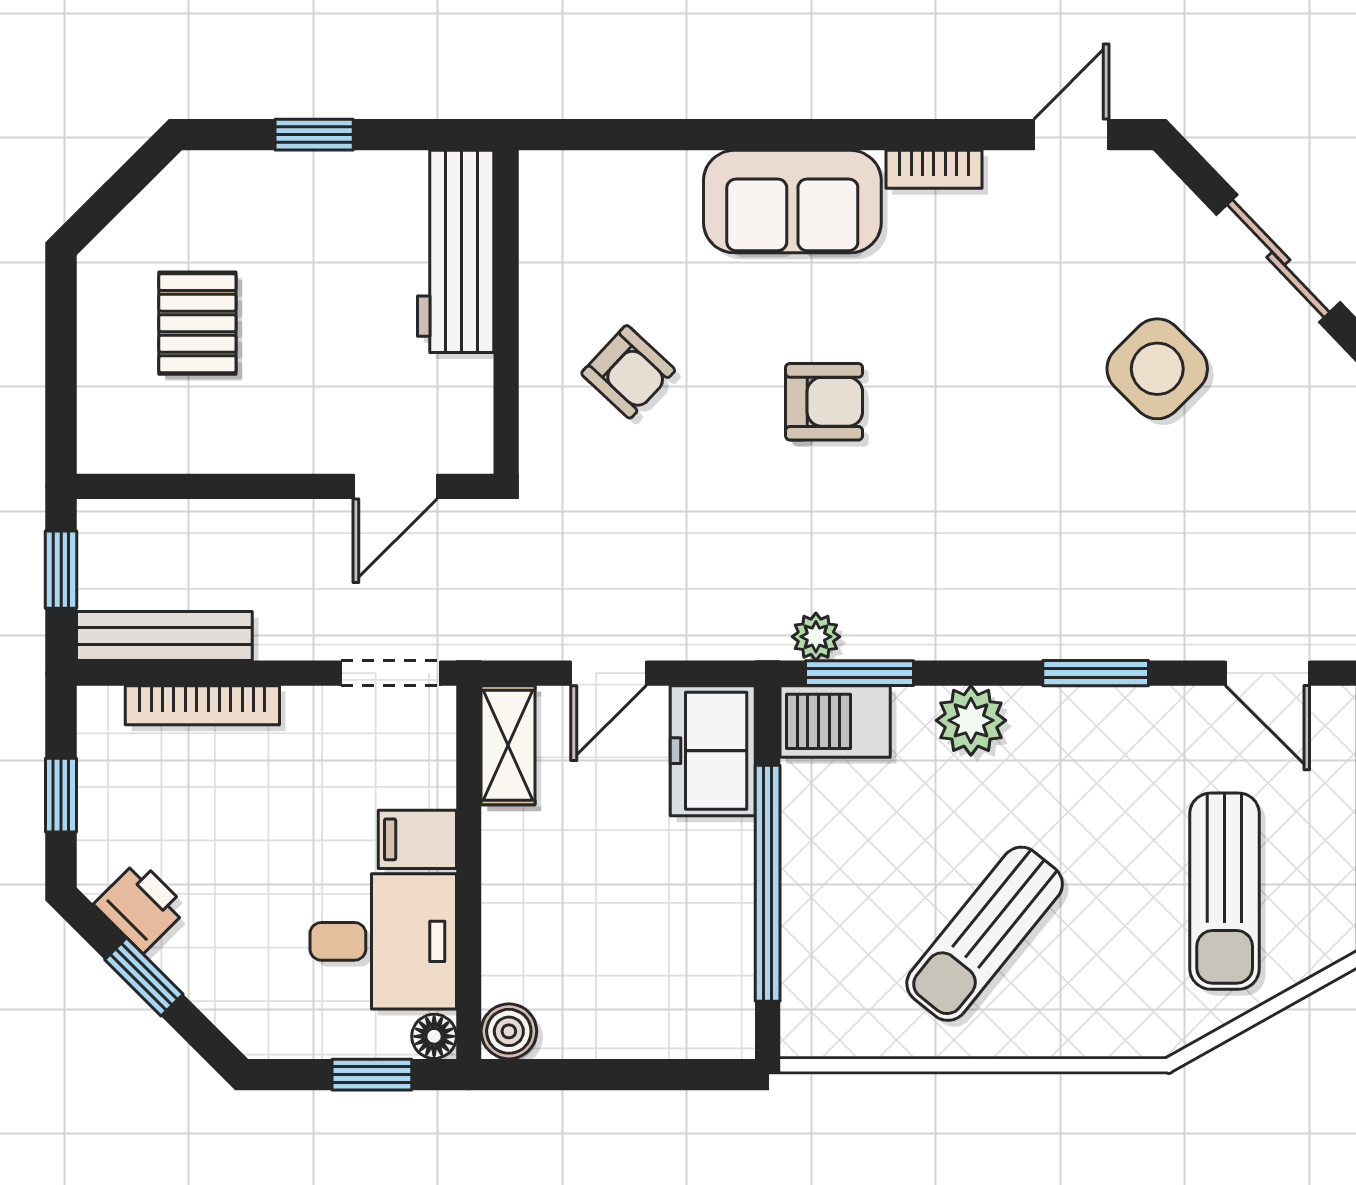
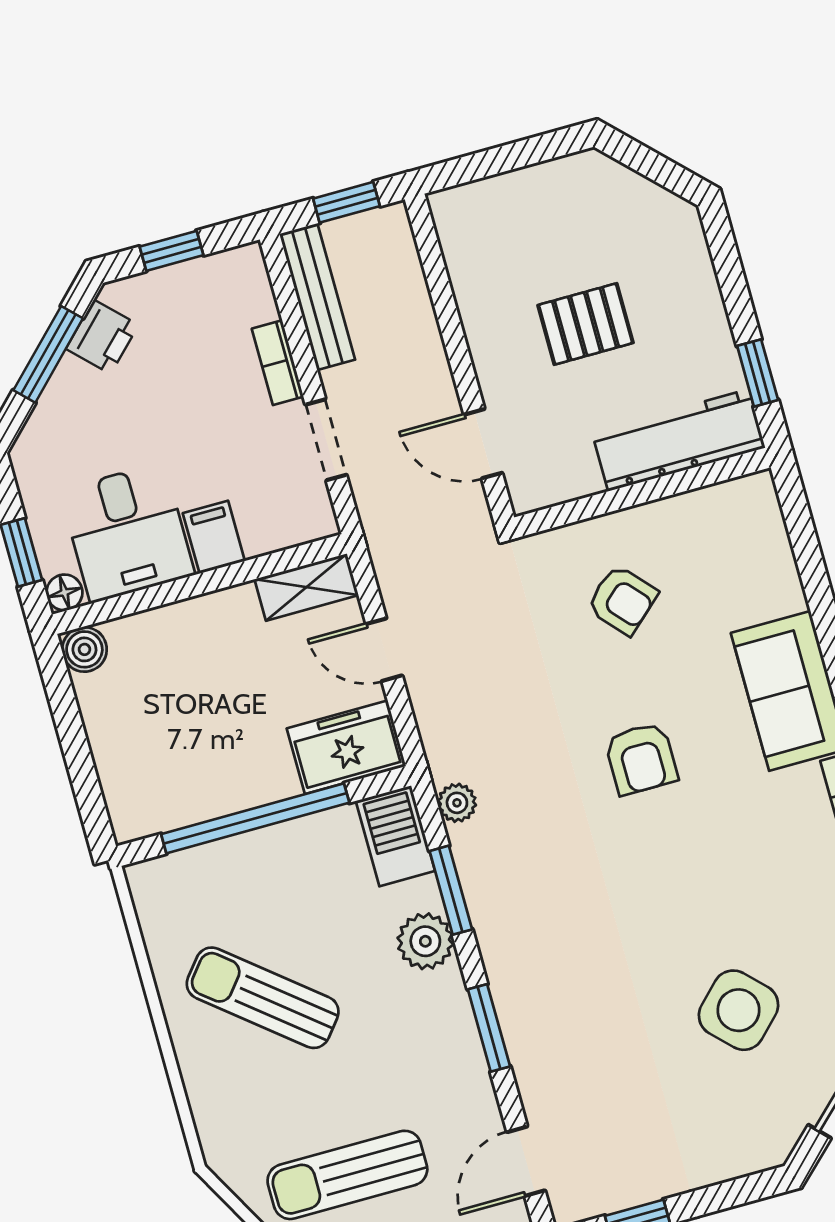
window: (314, 135) -> (758, 373), moved
pallet: (197, 323) -> (586, 324), moved
armchair: (628, 372) -> (622, 600), turned -85
doorway: (390, 673) -> (326, 440), moved
window: (860, 673) -> (451, 890), moved
bookcase: (202, 705) -> (278, 363), width x0.64
window: (144, 977) -> (48, 354), width x1.50

